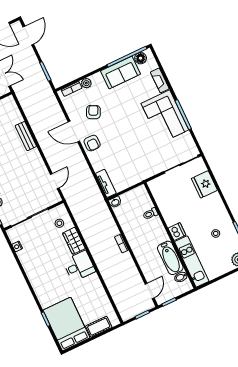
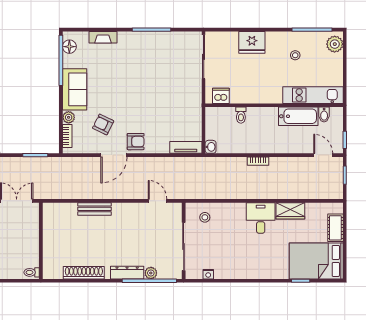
sofa: (121, 73) -> (75, 89), moved
corner sofa: (165, 117) -> (144, 50), removed
fridge: (204, 184) -> (252, 42), moved
dishwasher: (177, 232) -> (221, 96), moved
wardrobe: (74, 241) -> (290, 211), moved

